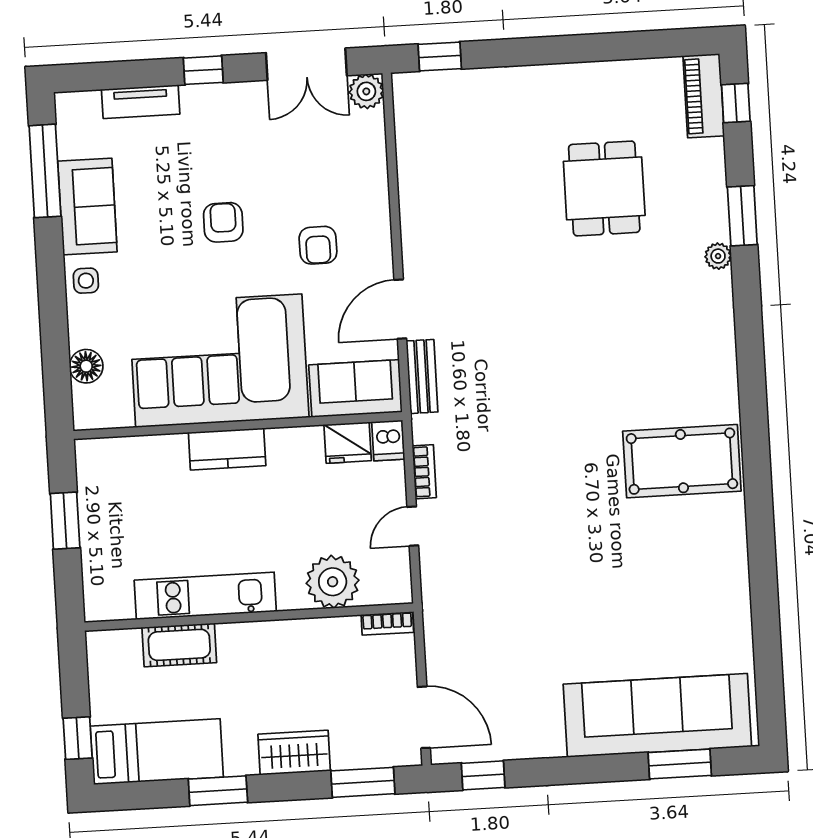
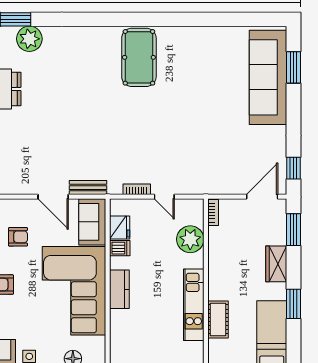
plant: (718, 256) -> (29, 39), width x1.88, depth x1.88
dishwasher: (388, 440) -> (120, 248), moved

